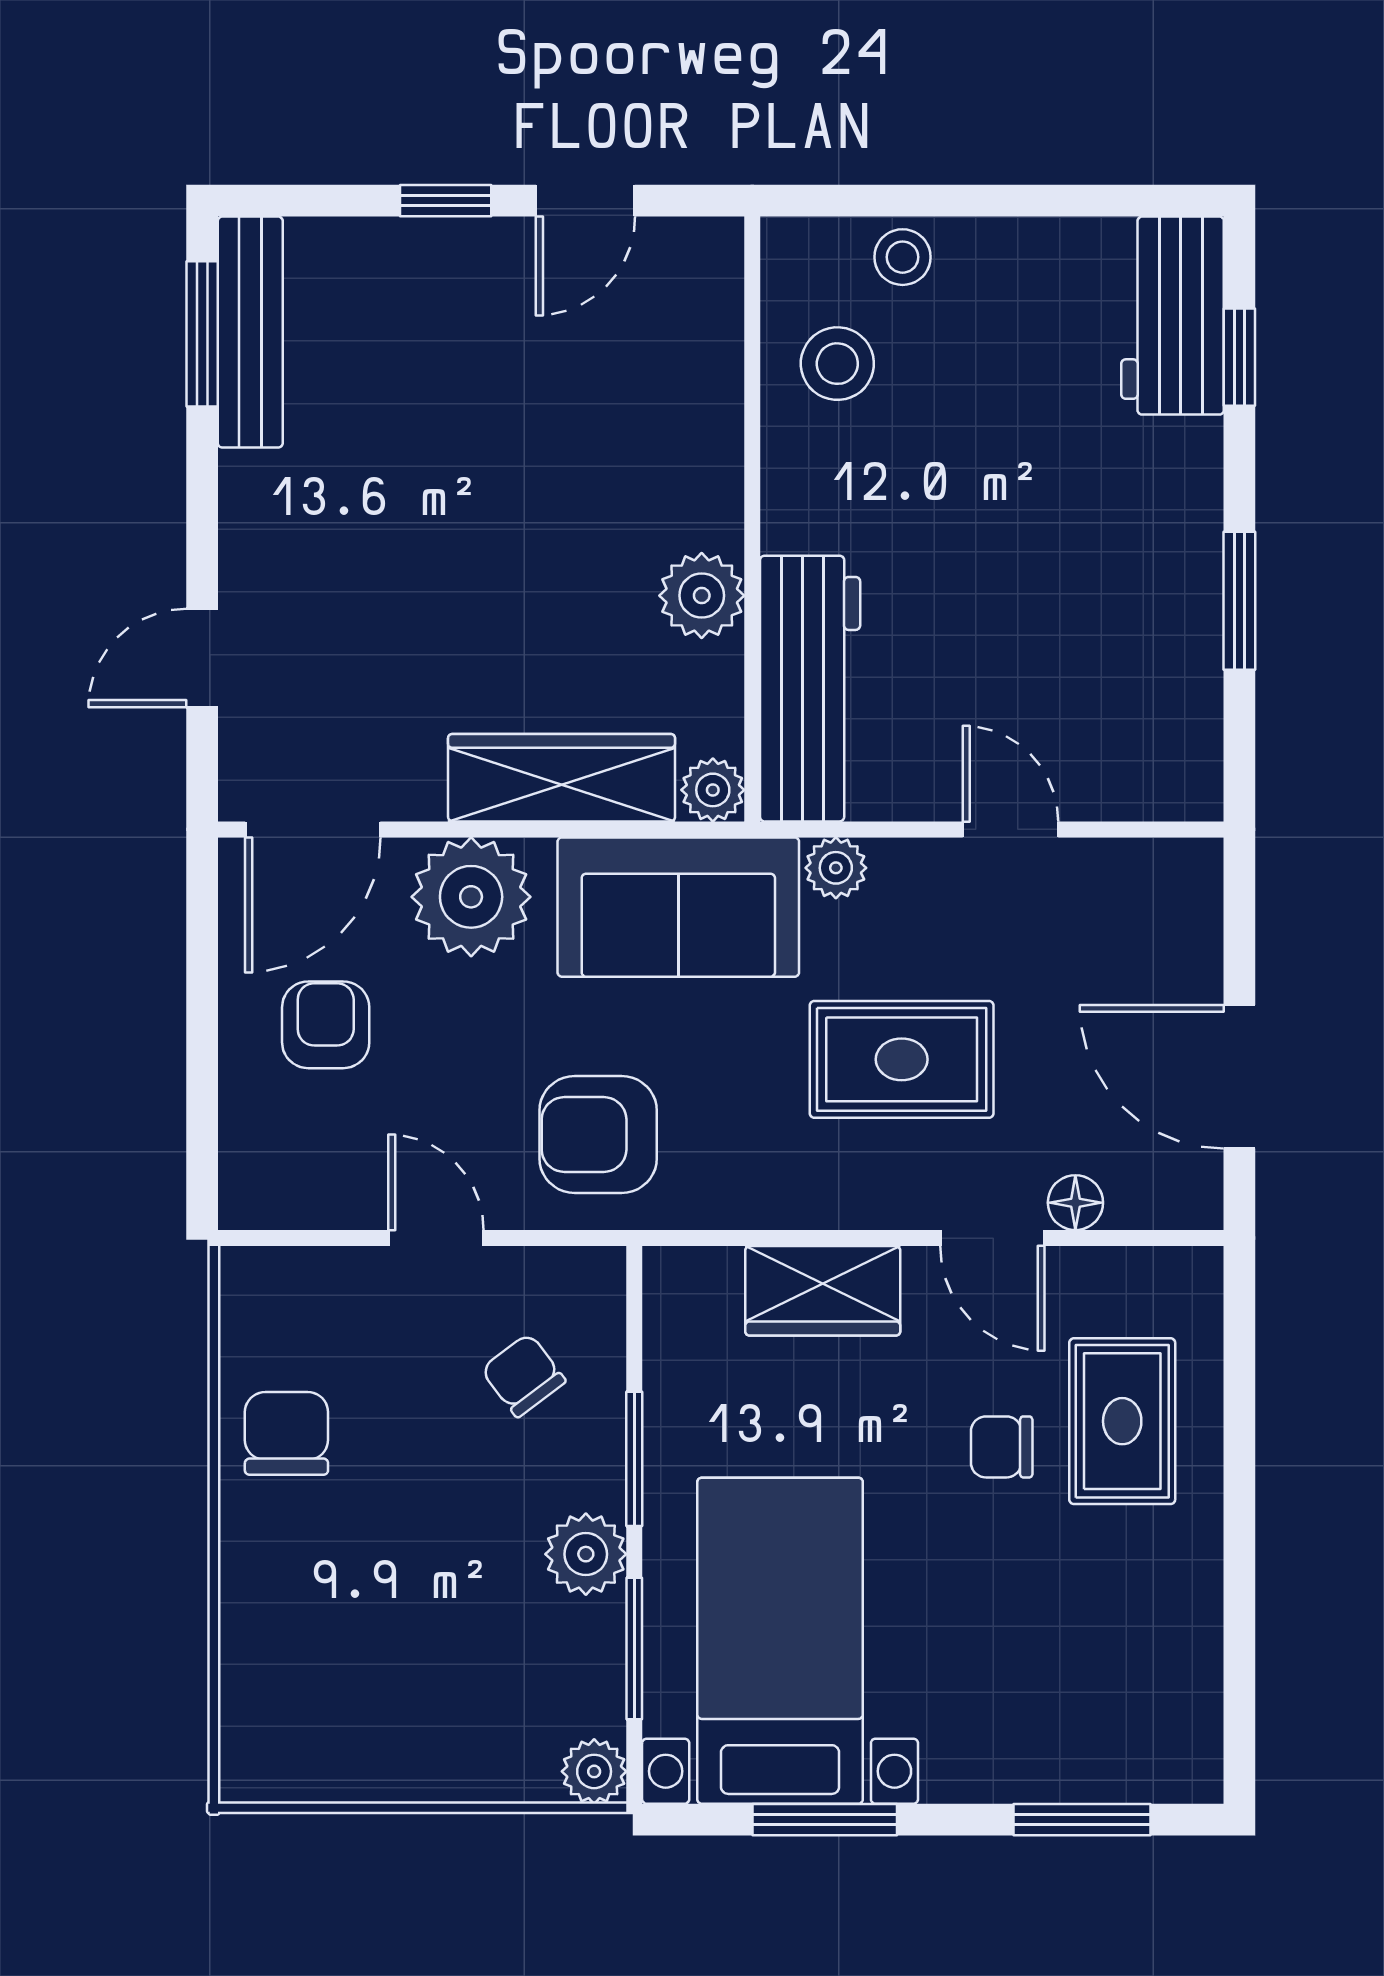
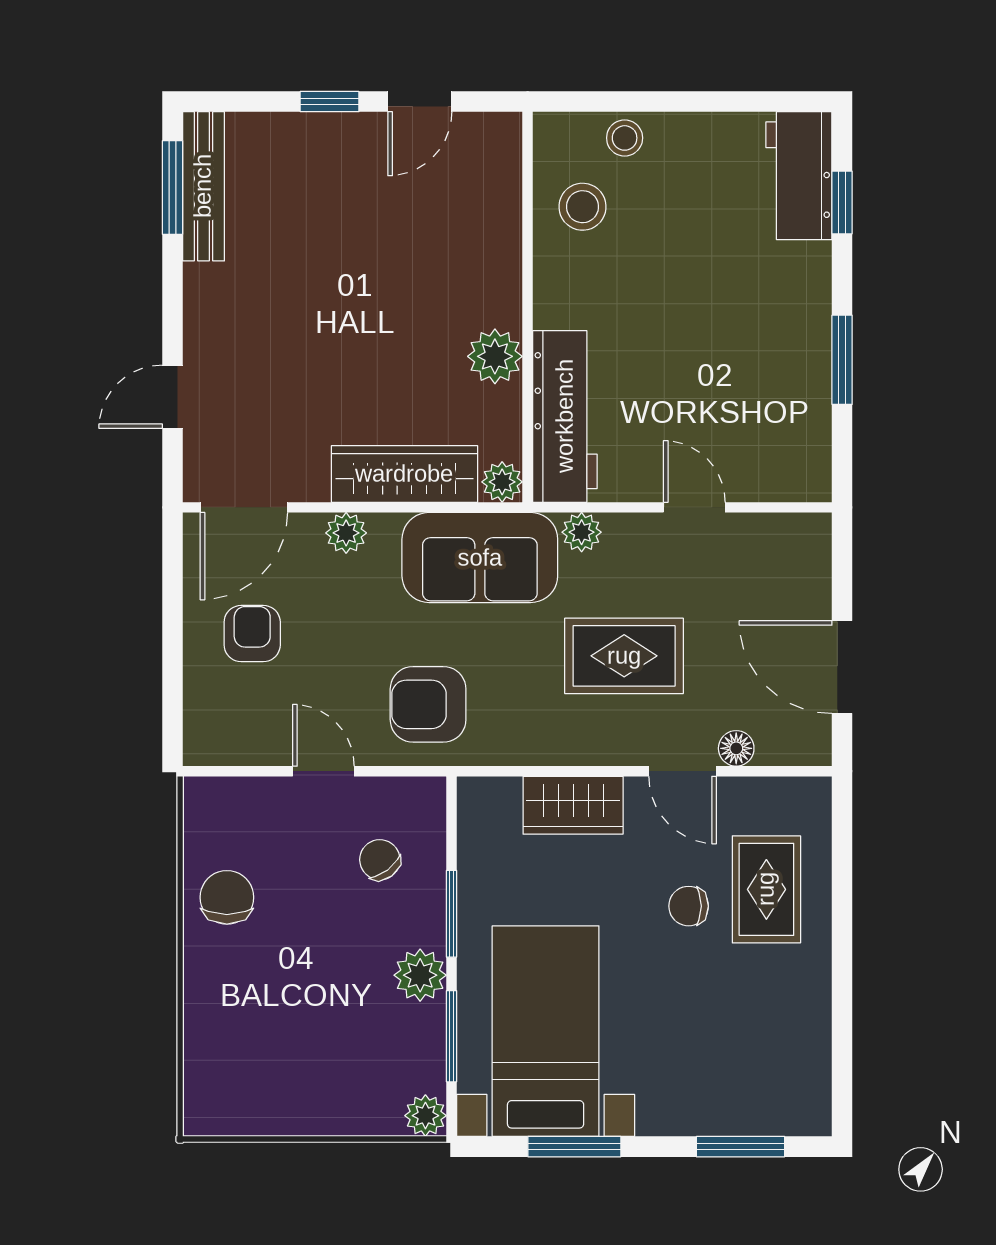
plant: (471, 897) -> (346, 533), width x0.53, depth x0.53

